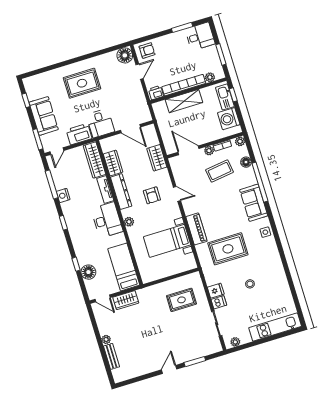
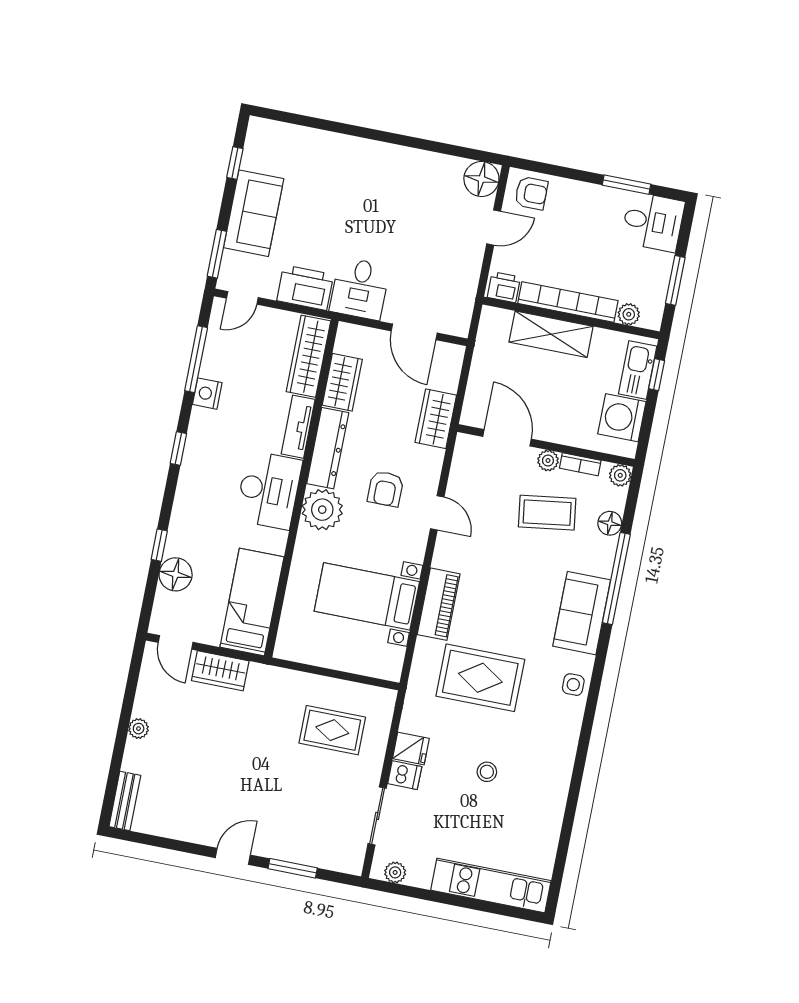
rug: (82, 83) -> (366, 189), removed
plant: (129, 222) -> (322, 510), width x1.88, depth x1.88
bench: (112, 356) -> (125, 801), moved

